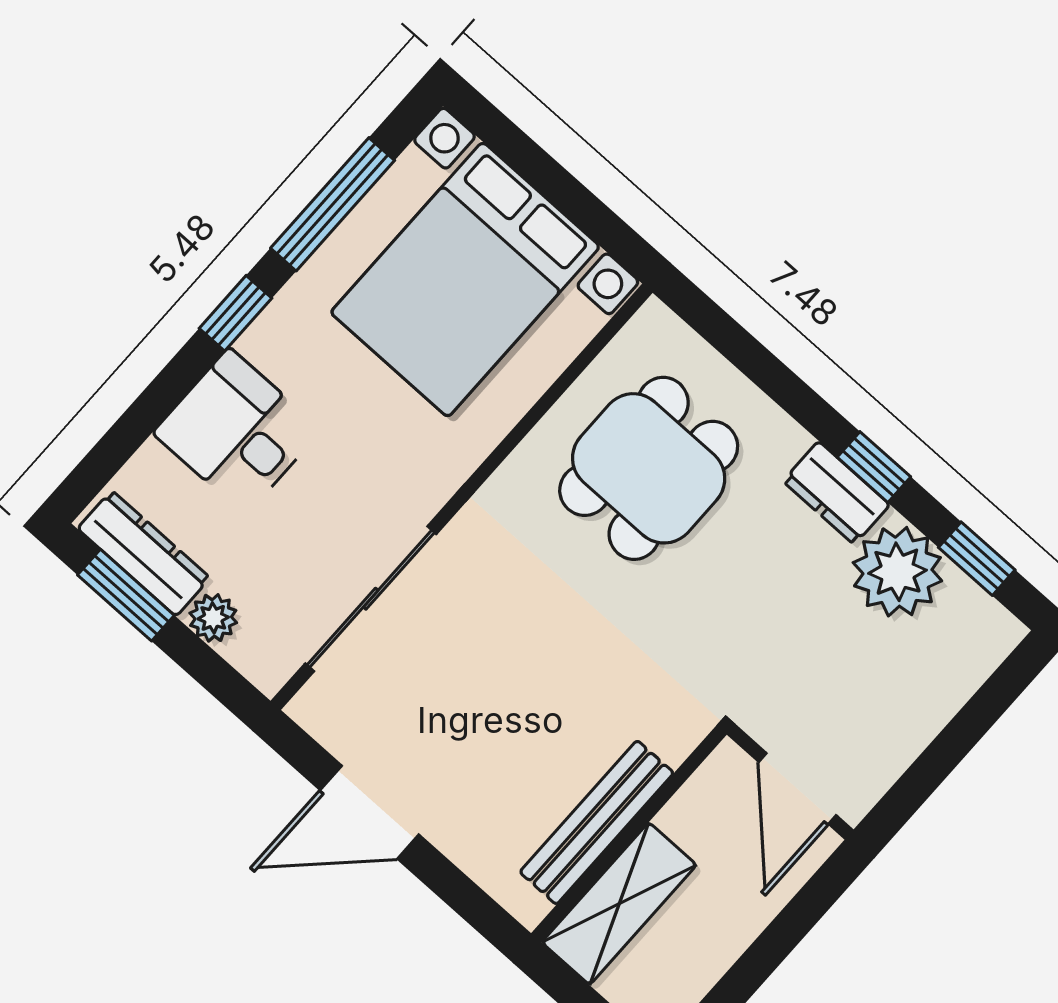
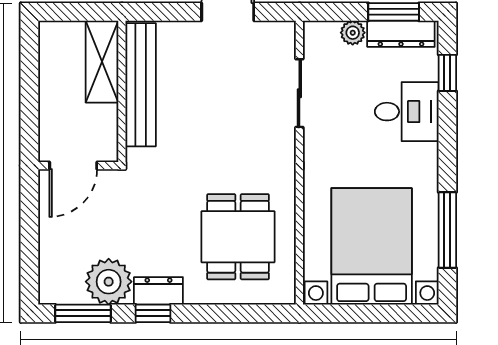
window: (235, 313) -> (447, 73), moved
window: (977, 559) -> (83, 313), width x1.50
sliding door: (371, 599) -> (299, 93), width x0.73
door: (797, 789) -> (73, 166), swing flipped
bench: (597, 822) -> (141, 85), width x1.37, depth x1.21

